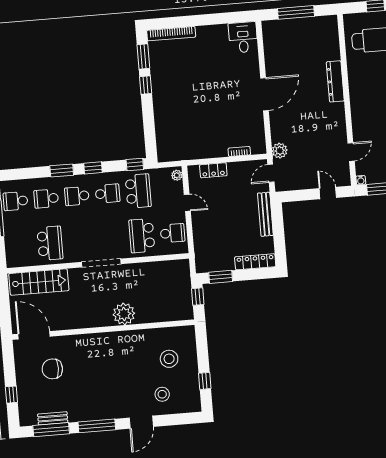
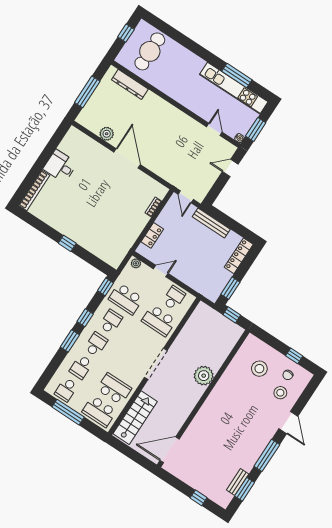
desk: (243, 37) -> (60, 166), moved
window: (143, 56) -> (35, 222), removed
dresser: (335, 81) -> (130, 84), moved
window: (146, 85) -> (67, 243), moved
plant: (280, 151) -> (107, 134), moved
school desk: (138, 191) -> (126, 299), turned 180
school desk: (77, 196) -> (96, 344), turned 180
school desk: (19, 246) -> (99, 411), added
chair: (52, 369) -> (288, 375), moved, width x0.54, depth x0.54
window: (51, 430) -> (245, 489), width x0.69

